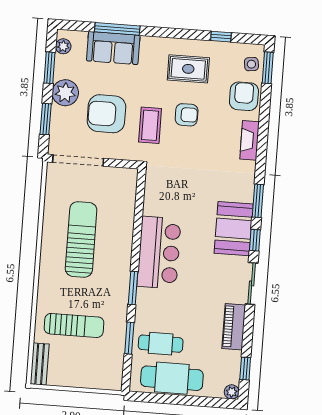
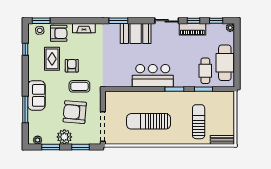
sofa: (113, 48) -> (36, 95), moved
rug: (188, 69) -> (52, 59), moved
armchair: (244, 96) -> (59, 33), turned 180
armchair: (106, 114) -> (75, 112), turned 95
window: (255, 240) -> (194, 21), moved

